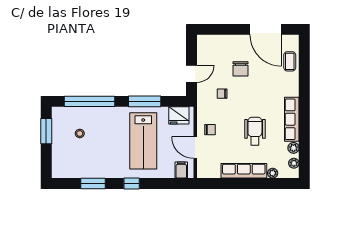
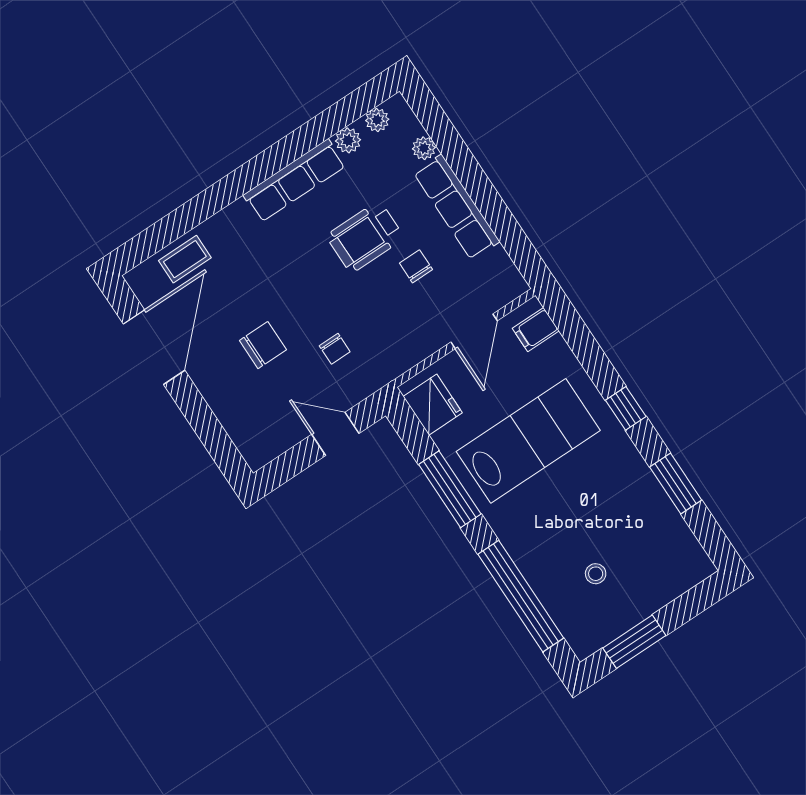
chair: (210, 130) -> (416, 266), moved

